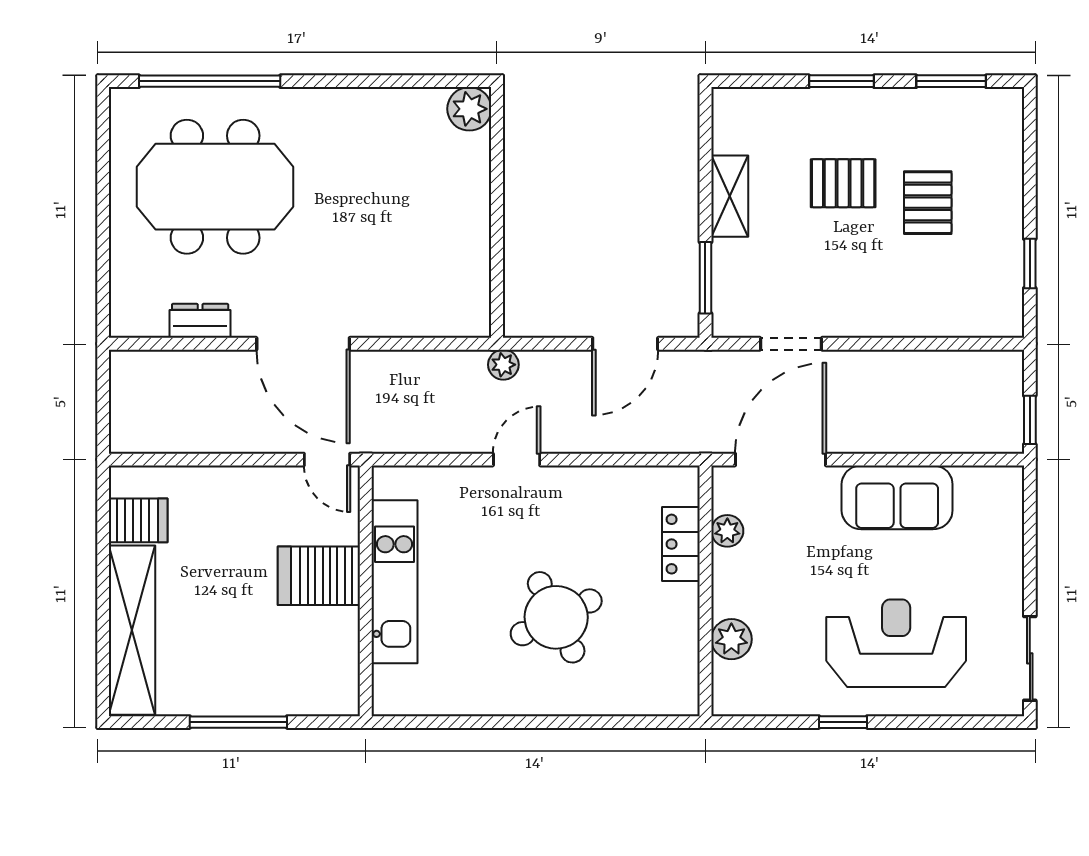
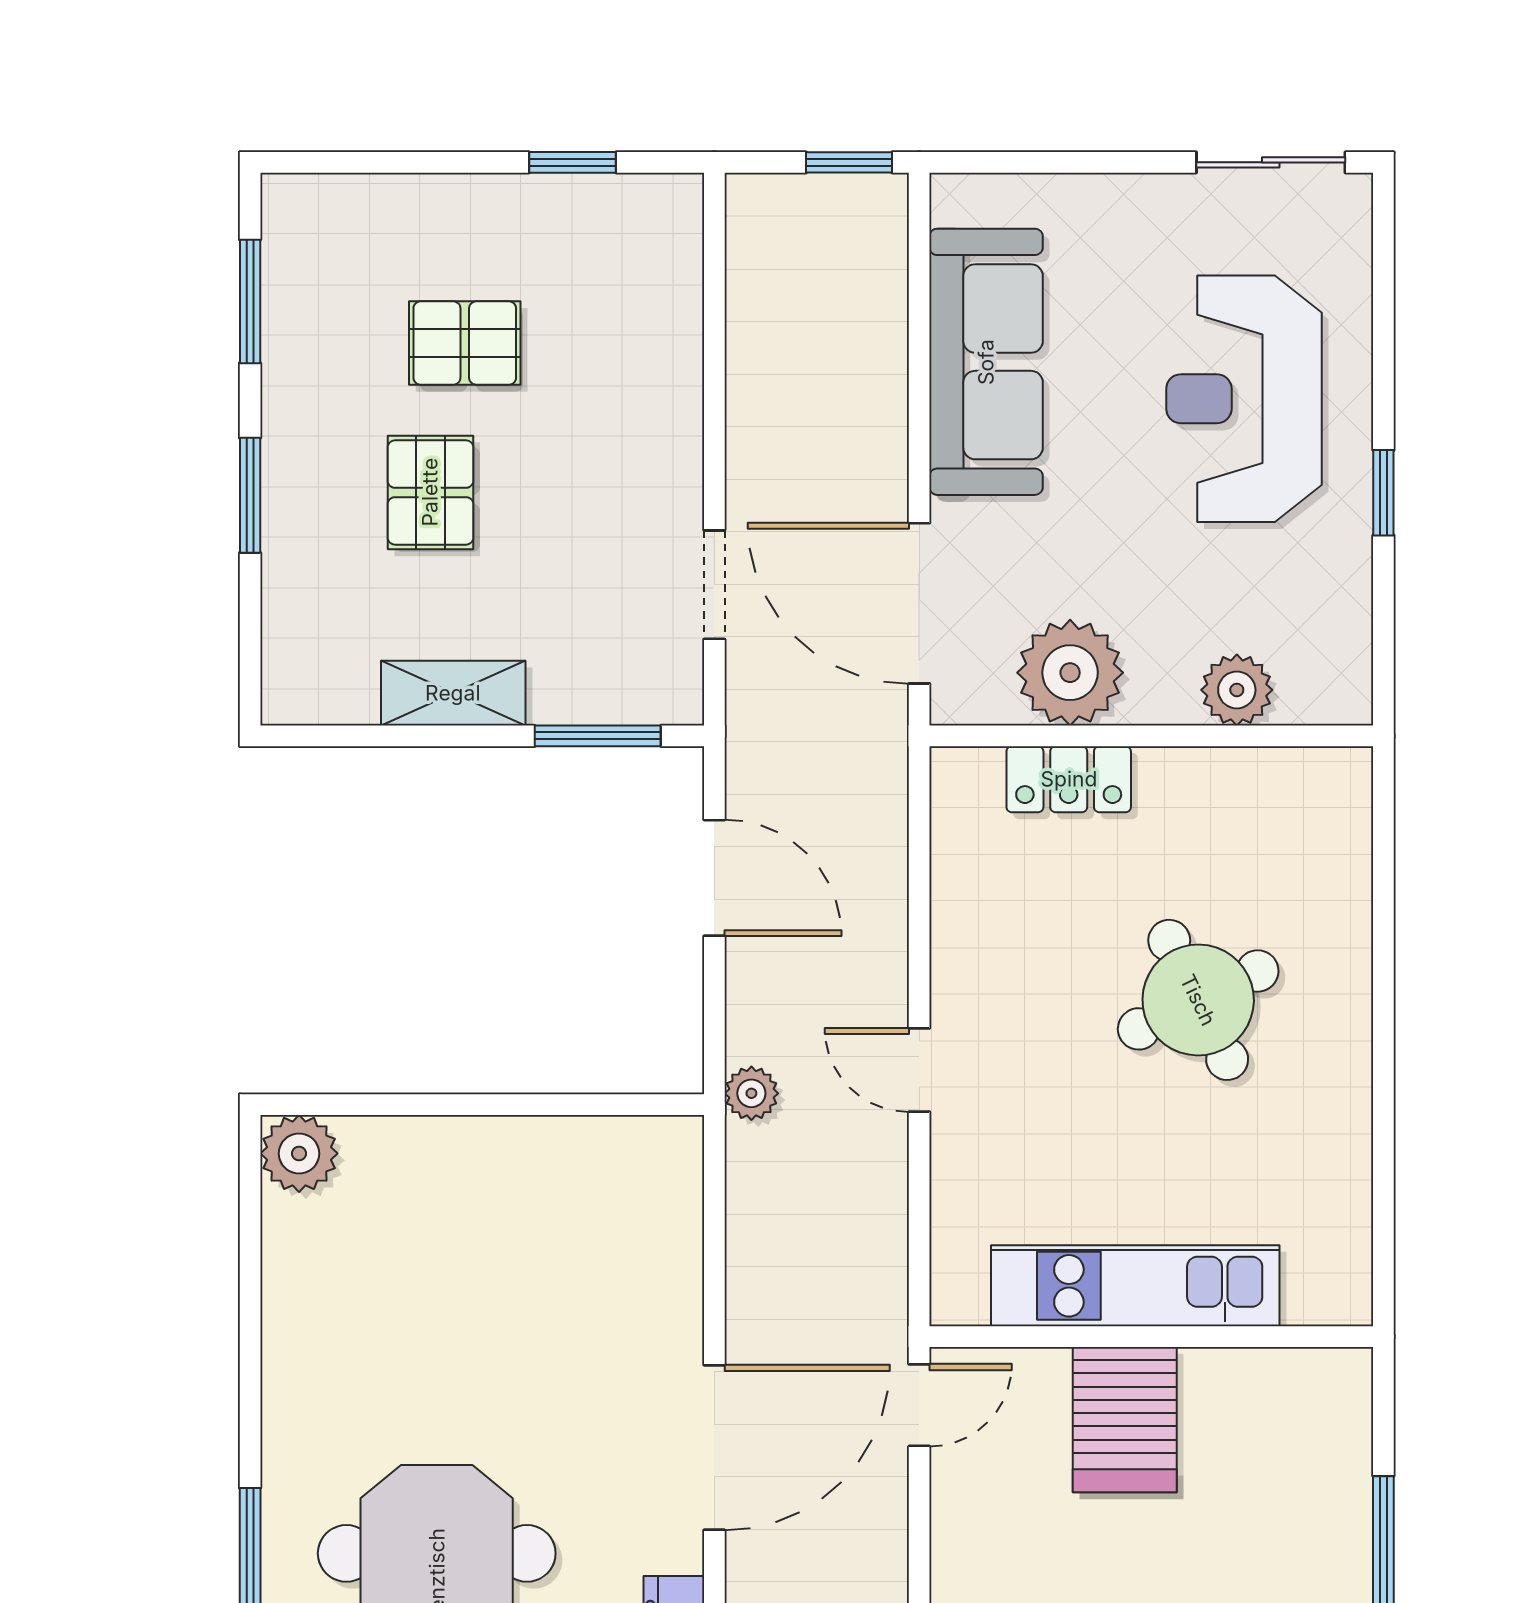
sofa: (897, 497) -> (986, 362), width x1.36
plant: (727, 531) -> (1070, 673), width x1.88, depth x1.88

